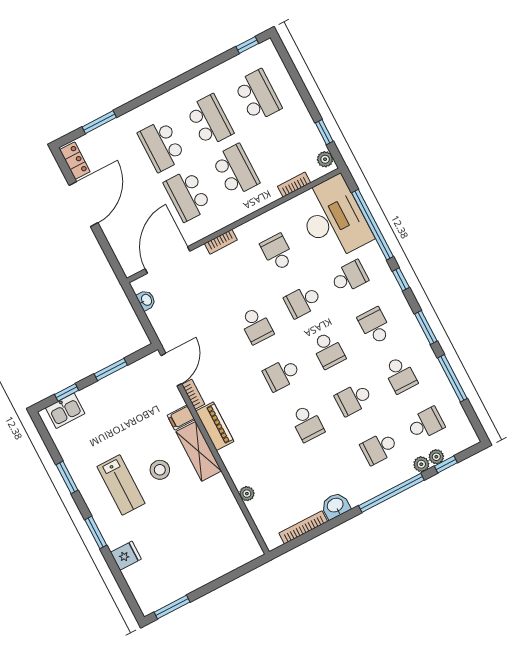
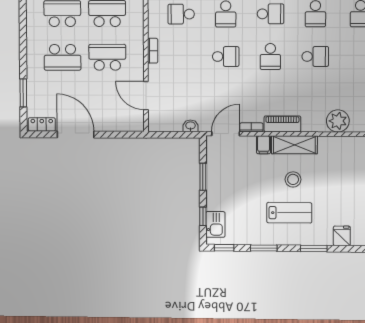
school desk: (187, 195) -> (107, 57), turned 180
door: (168, 260) -> (146, 96), width x0.73
washbasin: (146, 300) -> (191, 126), moved
door: (171, 370) -> (226, 134), hinge flipped
window: (44, 434) -> (224, 248), added
plant: (247, 494) -> (338, 121), width x1.87, depth x1.87

